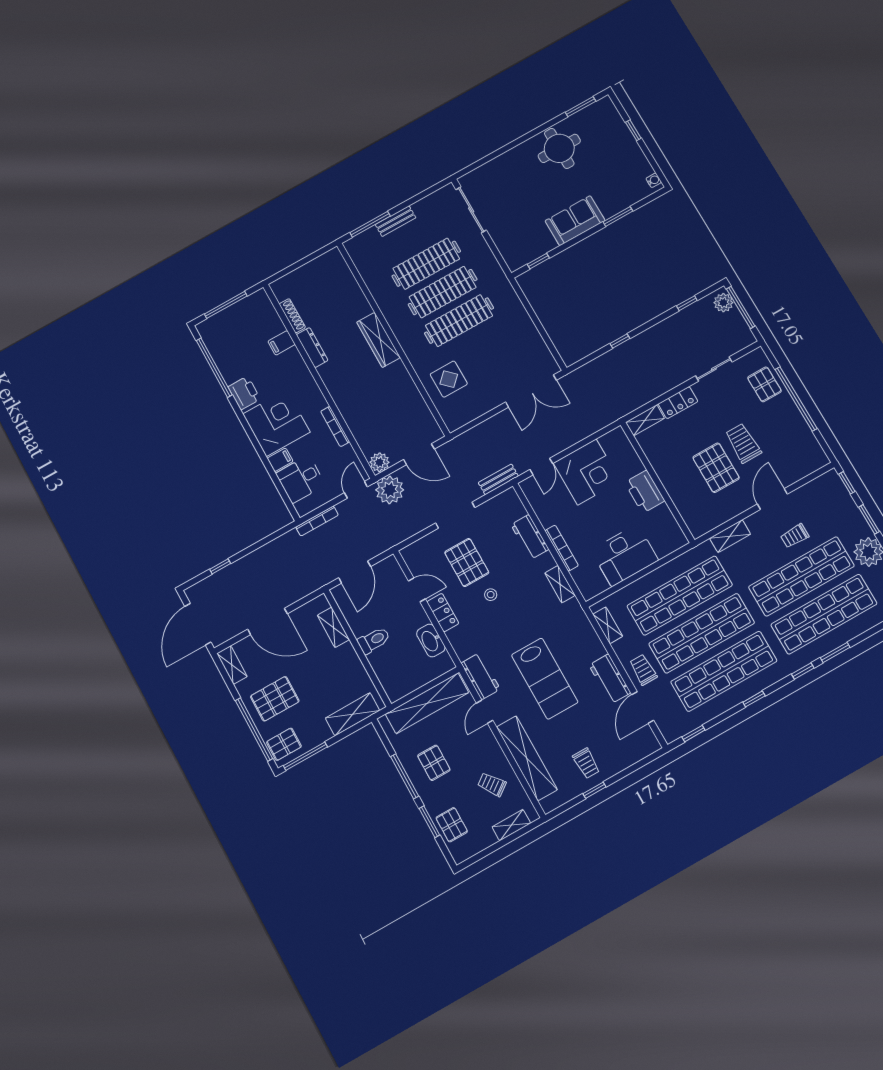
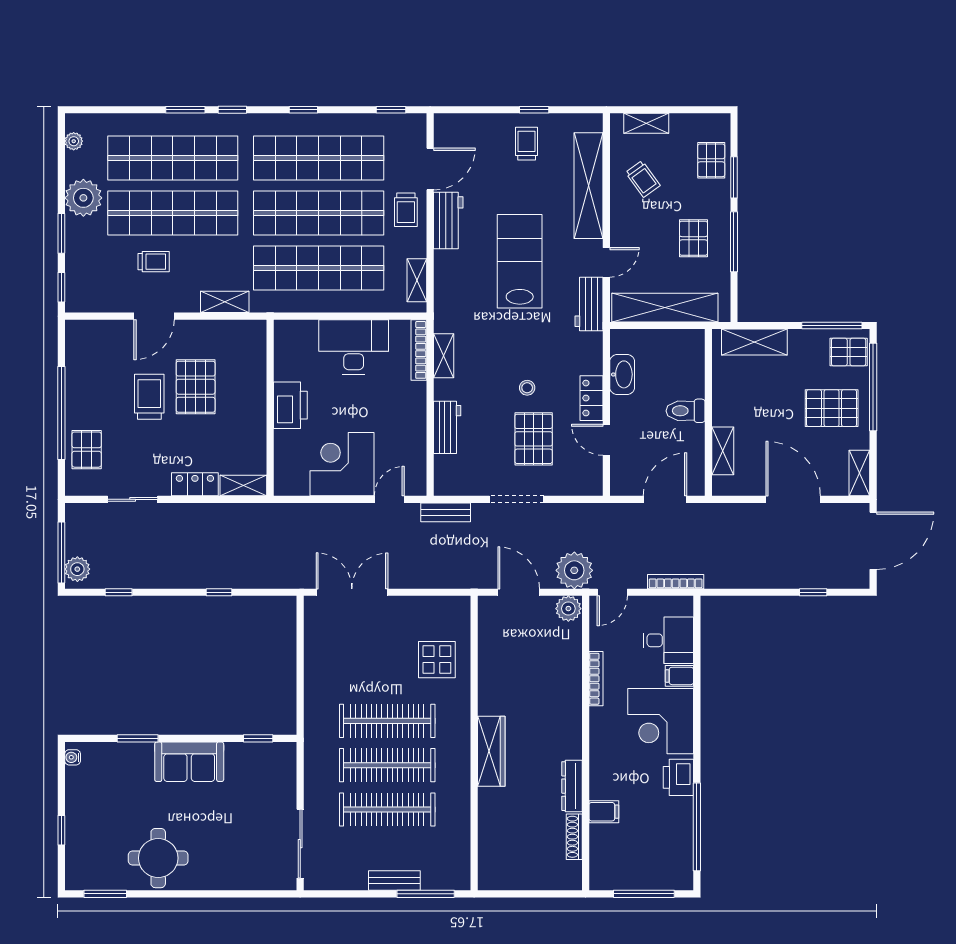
trolley: (743, 443) -> (149, 397), turned 180
bookcase: (562, 548) -> (419, 350), moved

